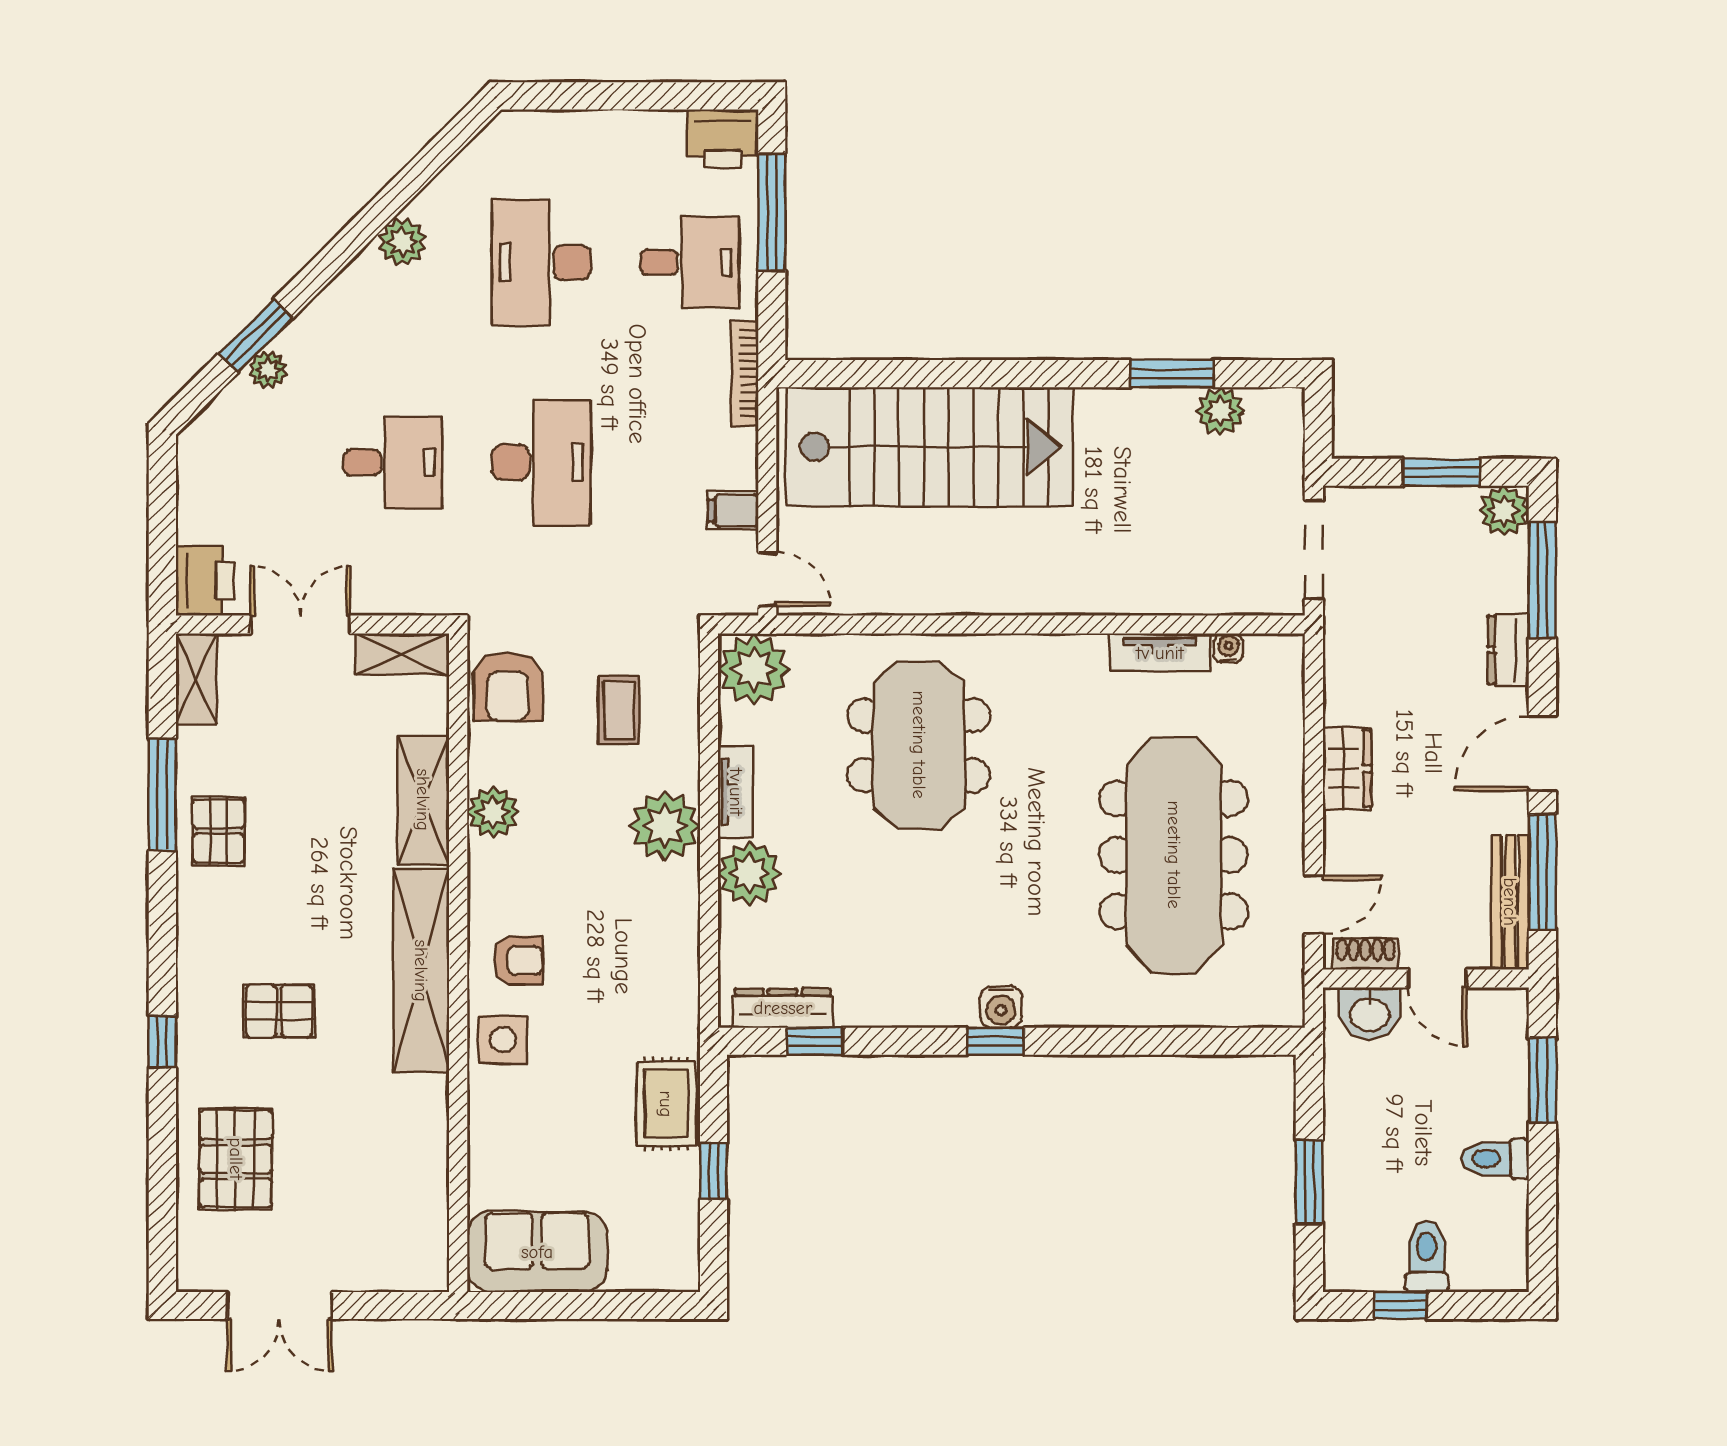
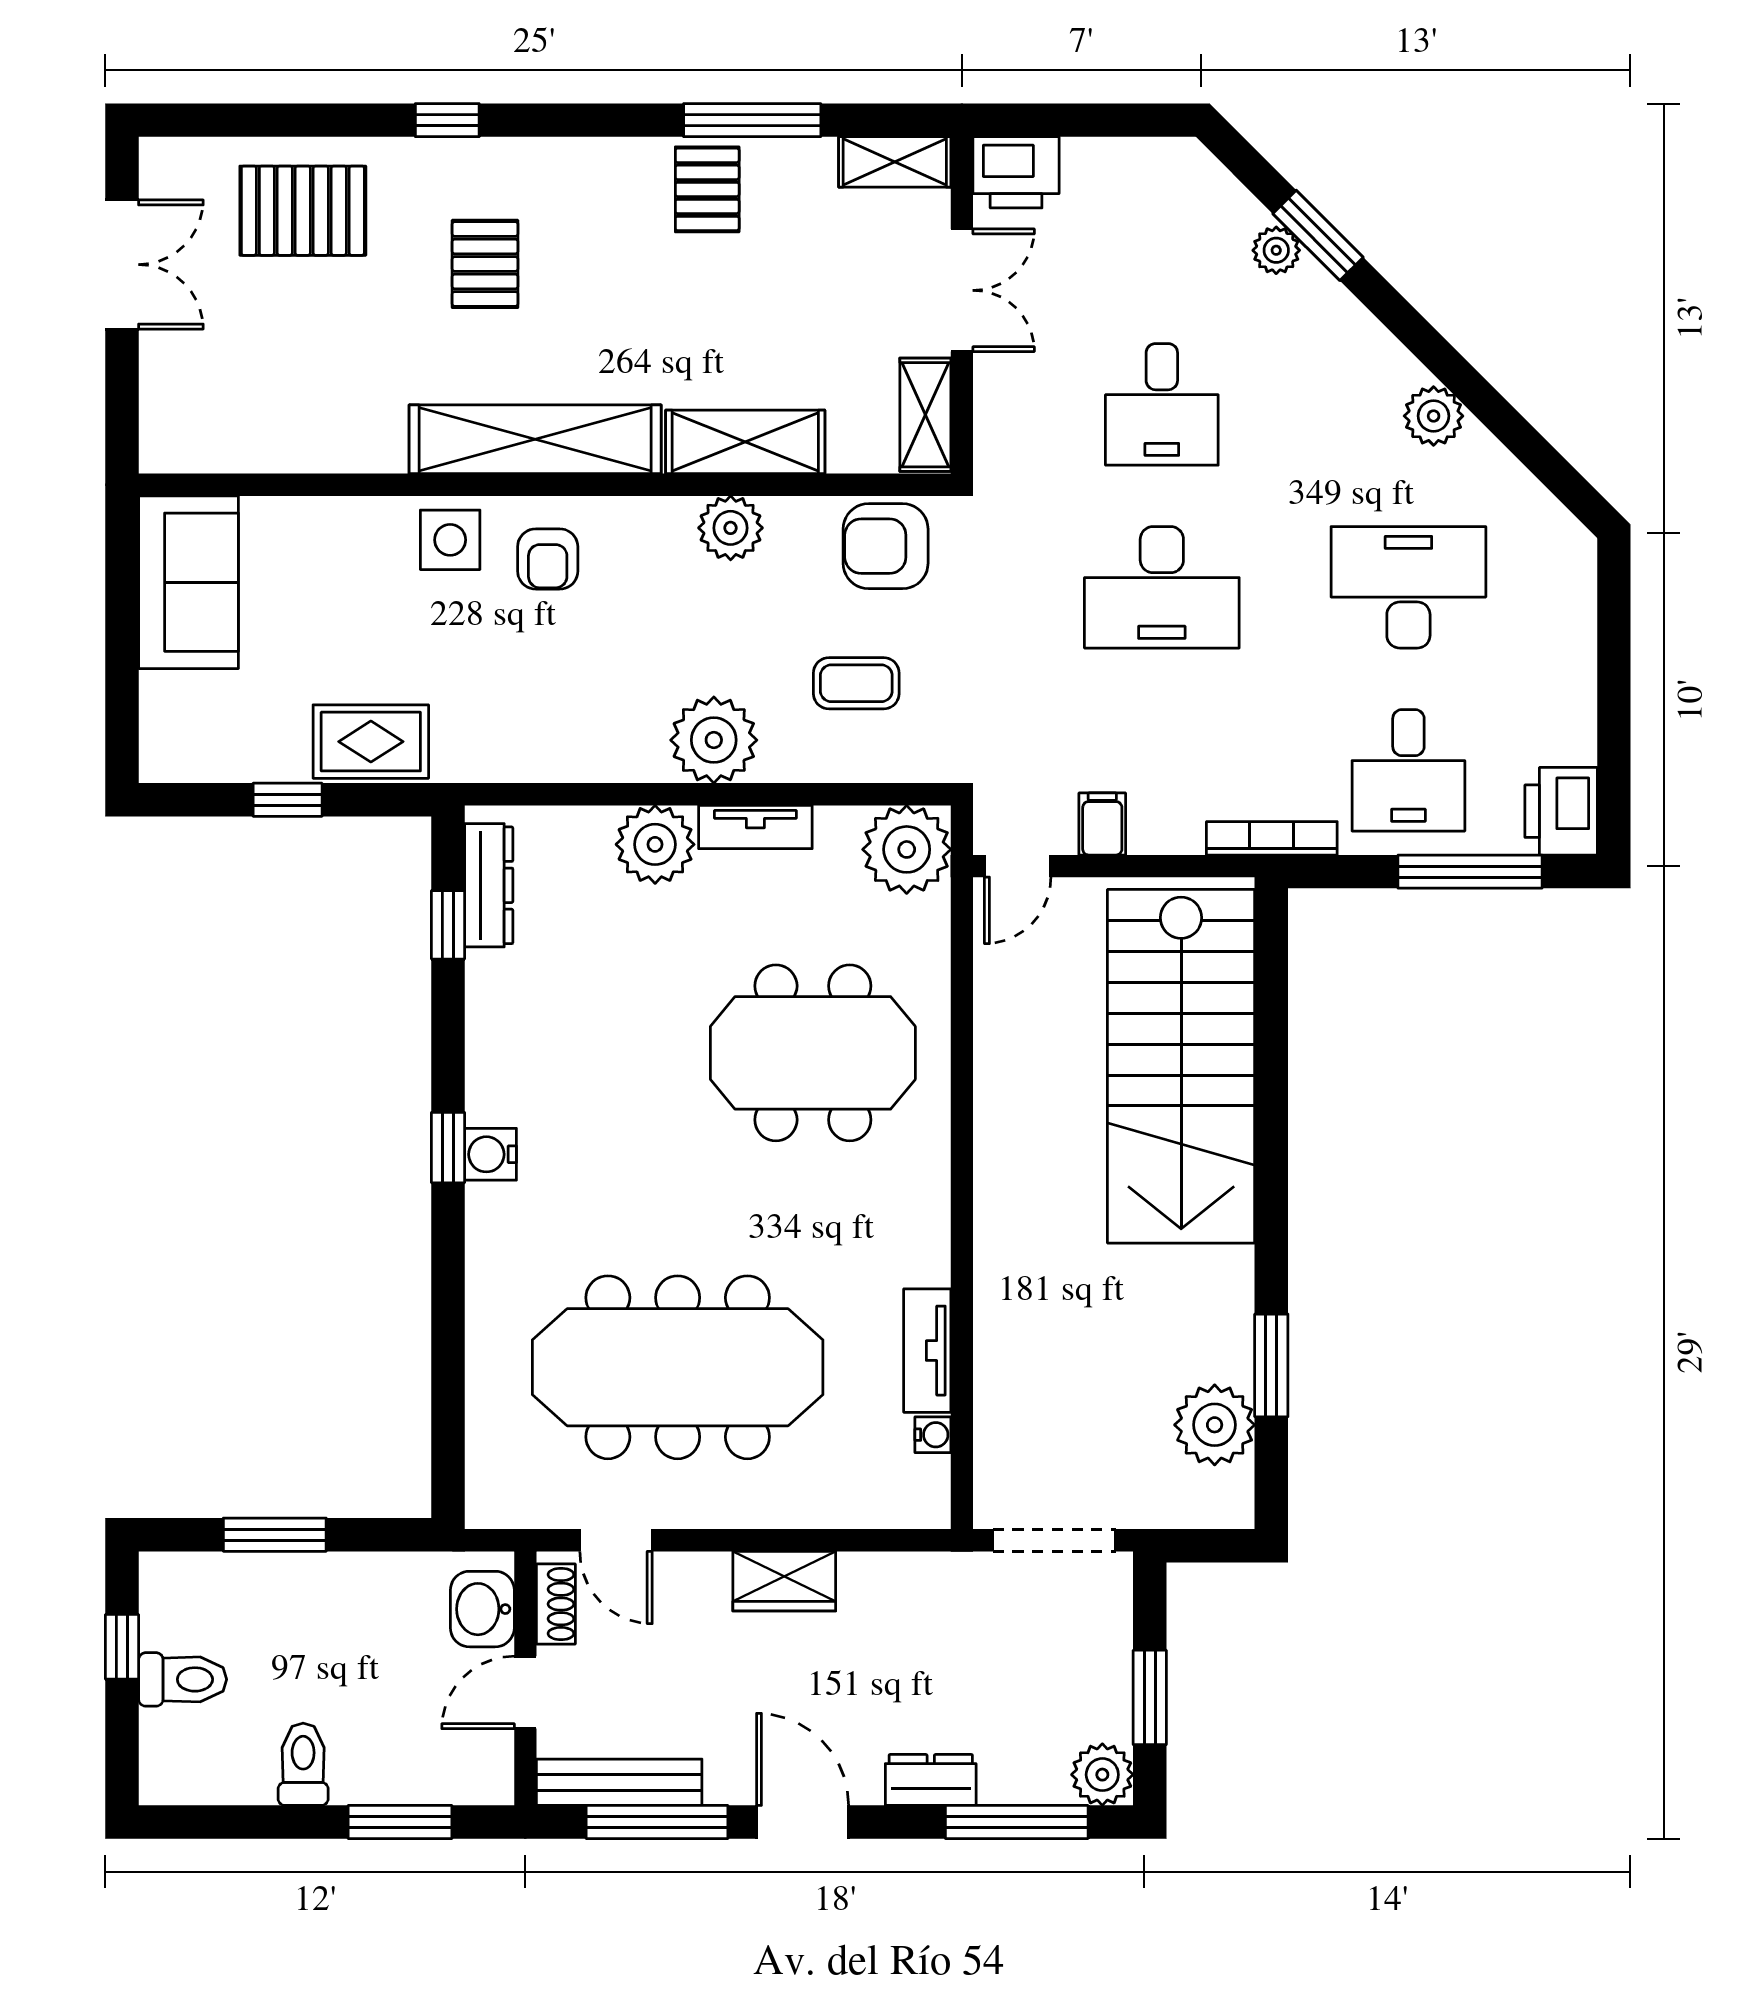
plant: (1220, 411) -> (1215, 1425), width x1.36, depth x1.36
pallet: (219, 831) -> (707, 189), turned 90
double door: (279, 1306) -> (122, 265), swing flipped

